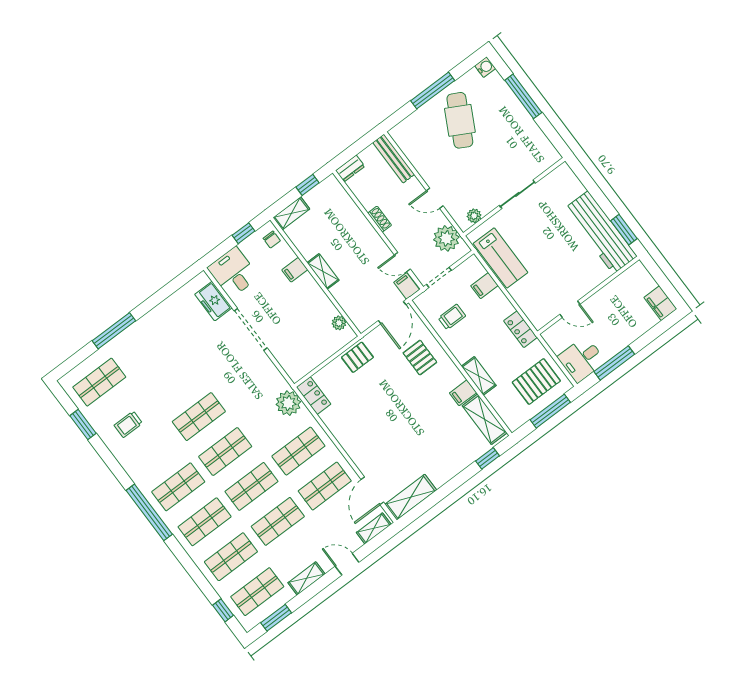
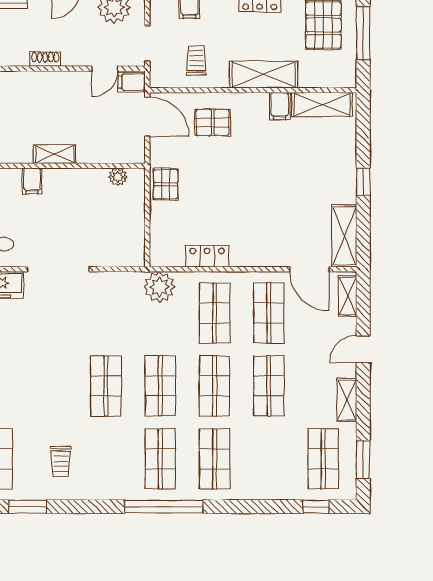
shelving: (479, 376) -> (263, 74), width x1.50, depth x1.33
locker: (314, 396) -> (207, 256), moved
window: (487, 458) -> (363, 182), moved
shop shelf: (231, 557) -> (269, 459), removed

